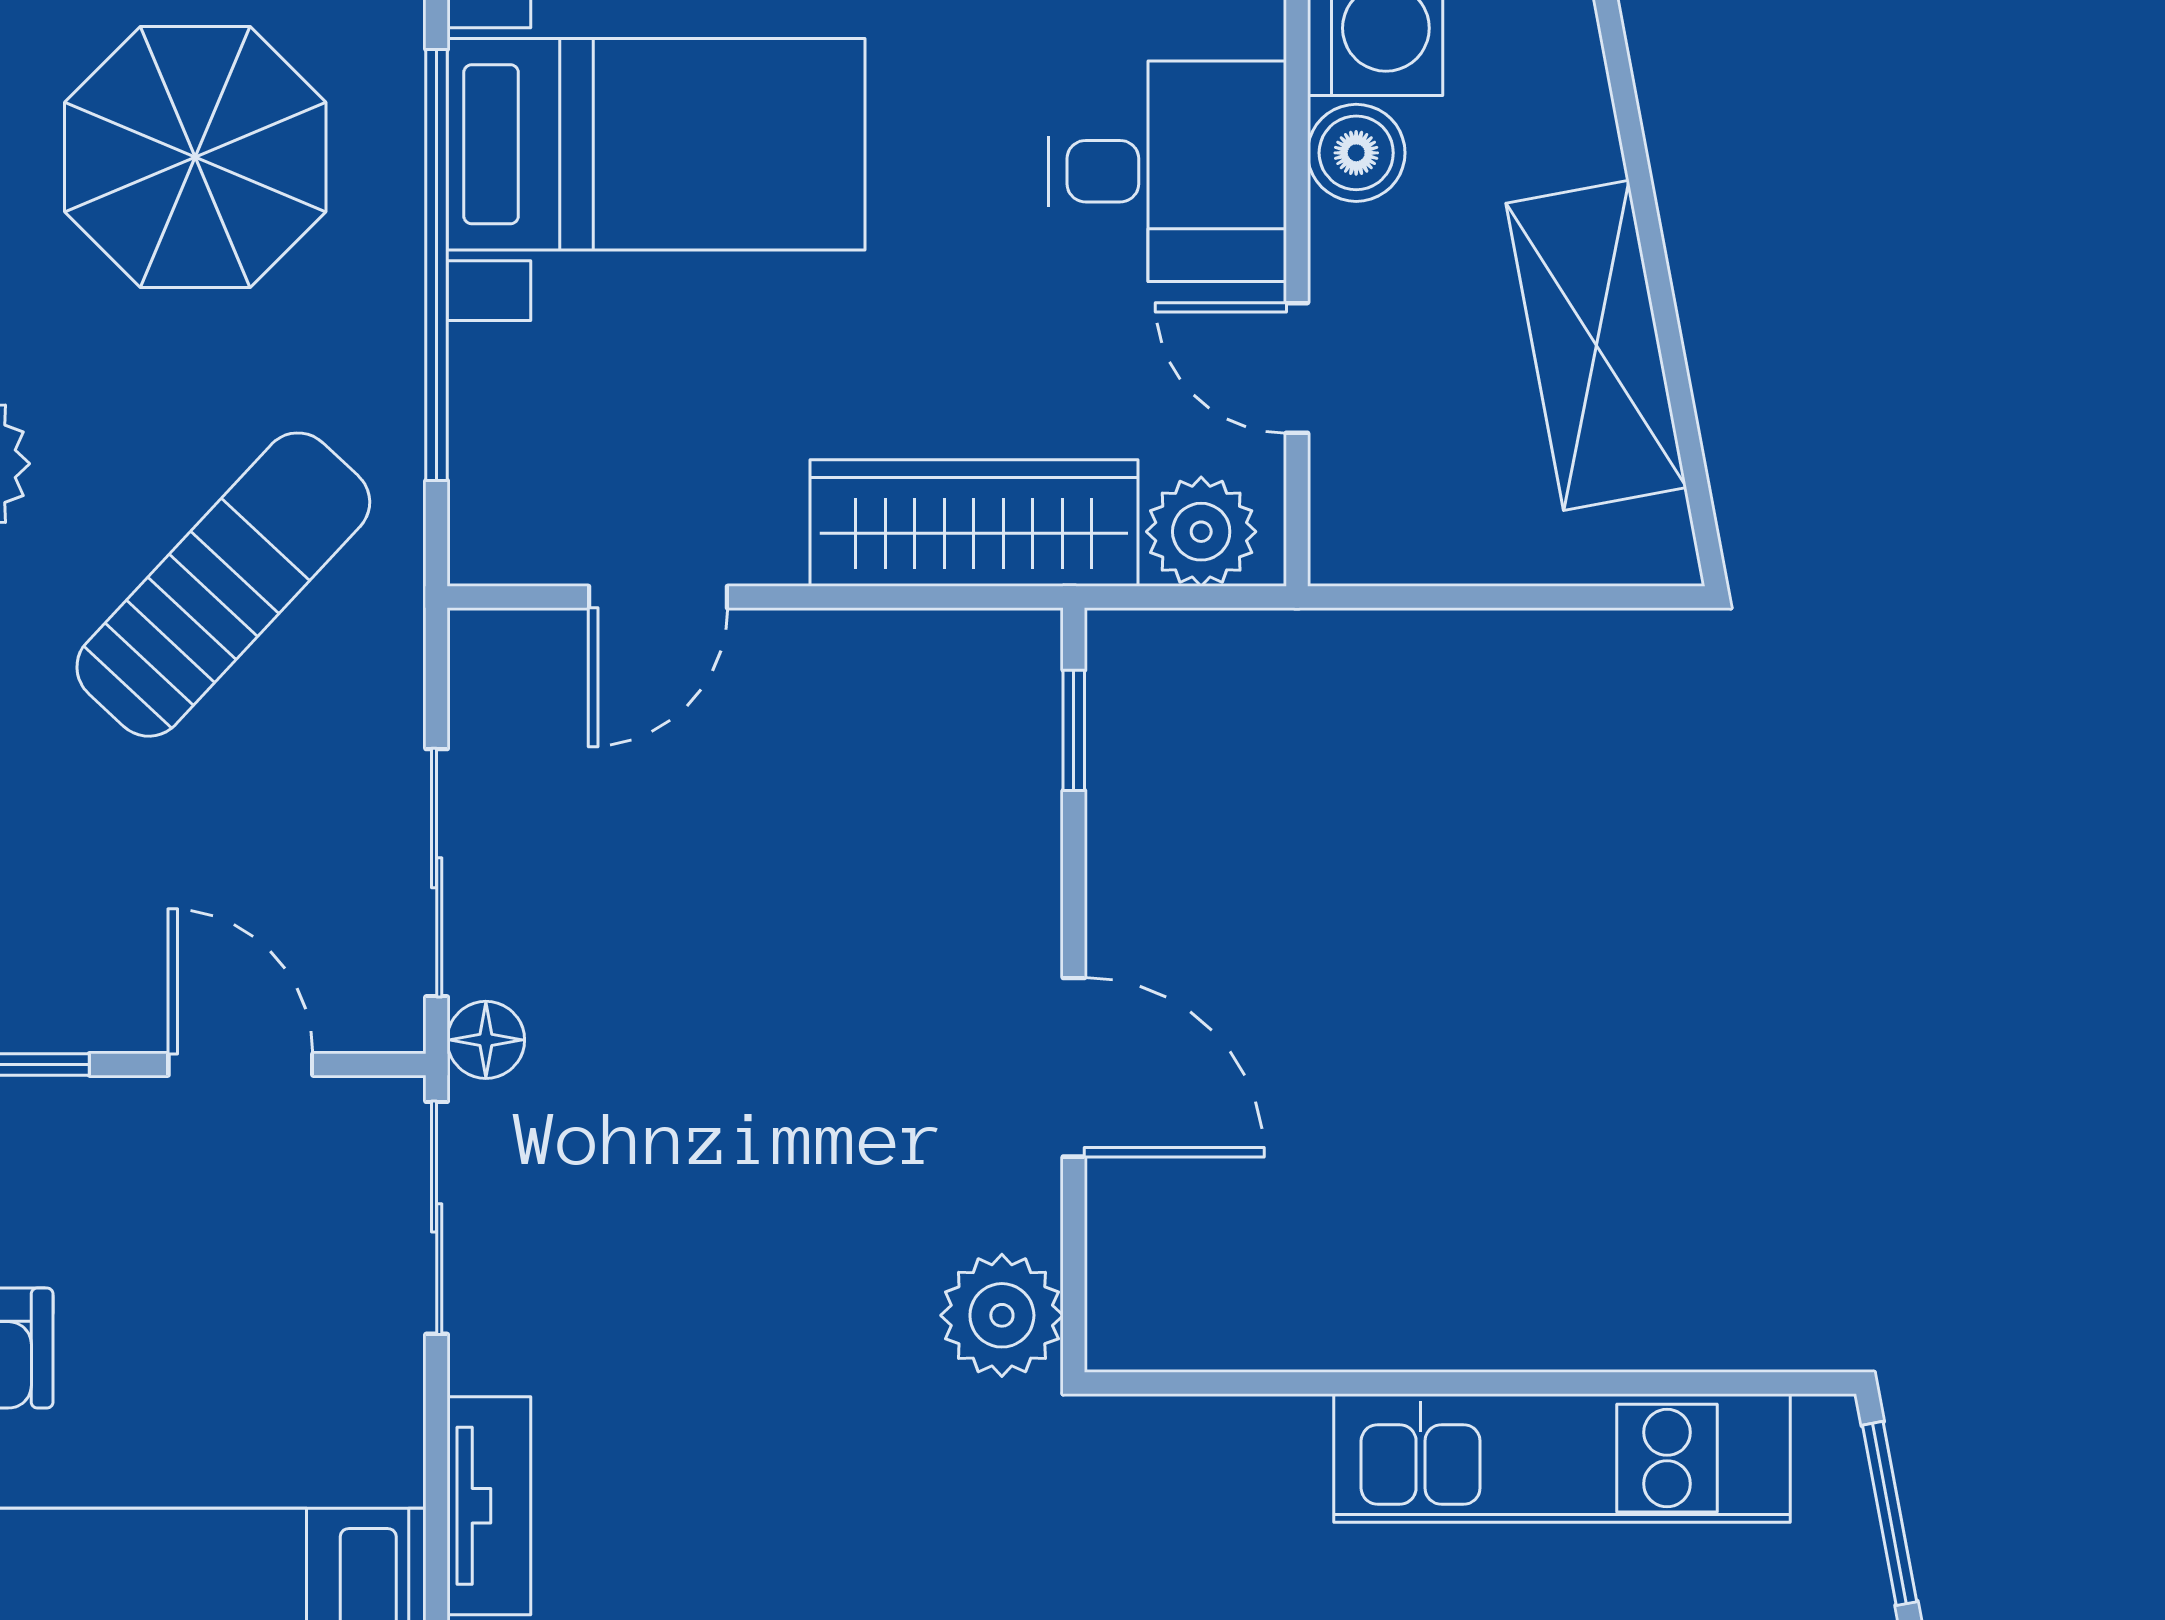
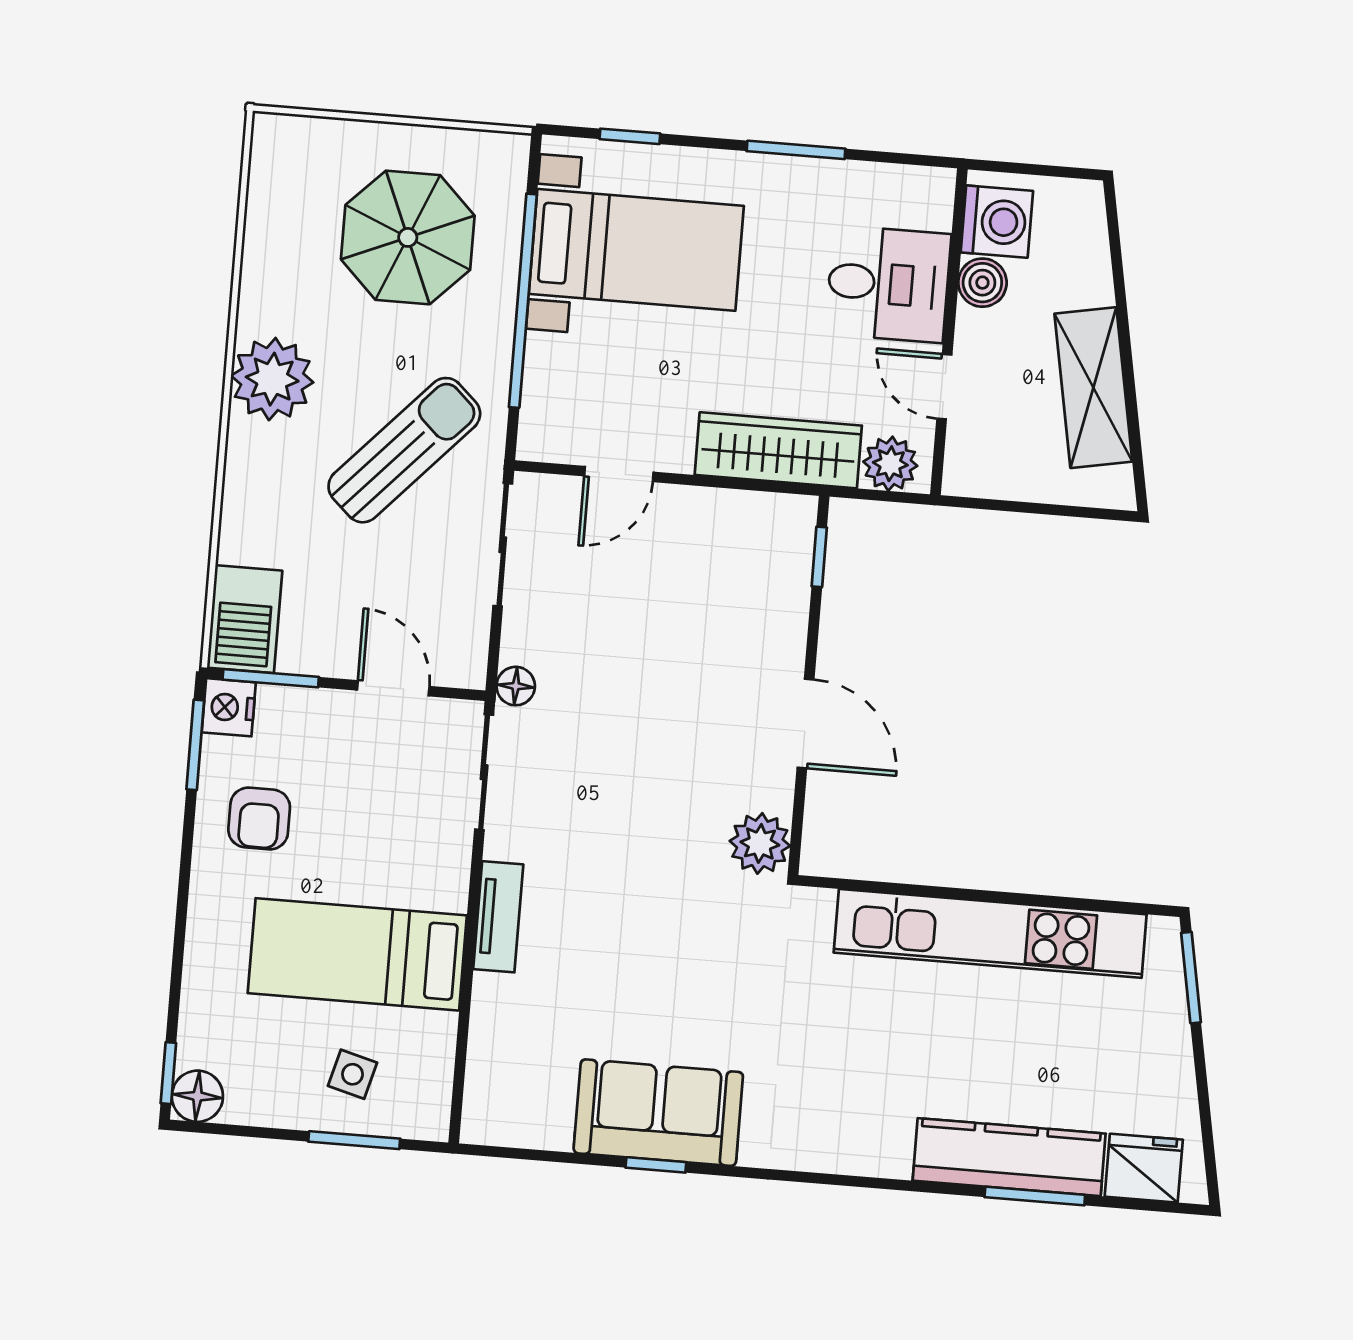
sliding door: (437, 873) -> (503, 545), moved
kitchen unit: (1562, 1458) -> (990, 933), width x1.36

